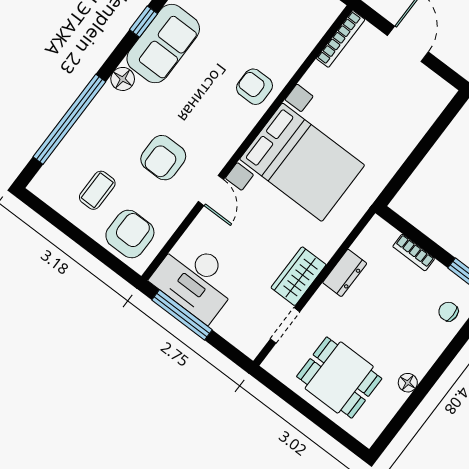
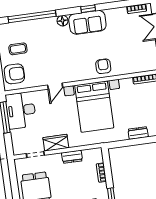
dresser: (410, 136) -> (138, 133), added
armchair: (163, 158) -> (50, 60), removed

